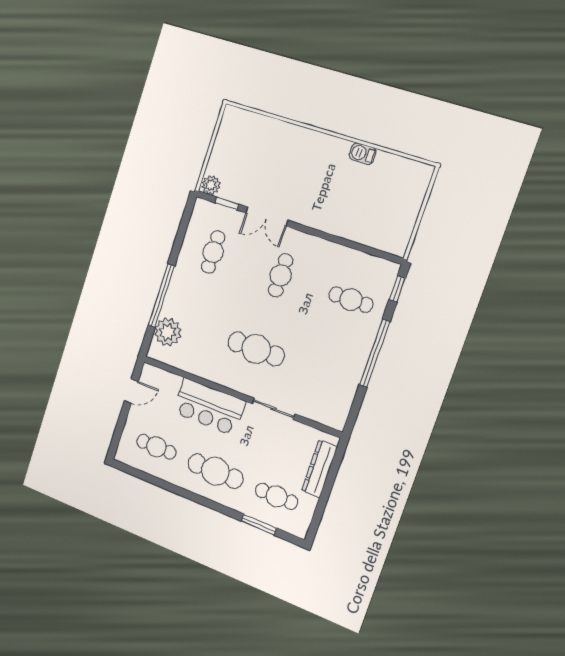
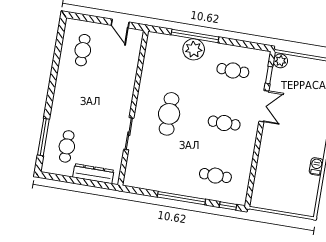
double door: (267, 217) -> (264, 106), swing flipped
cafe table: (351, 300) -> (215, 176), turned 90
plant: (168, 332) -> (194, 49), moved
bar counter: (209, 407) -> (121, 86), removed
cafe table: (215, 471) -> (75, 98), removed
window: (259, 525) -> (43, 137), width x1.44

